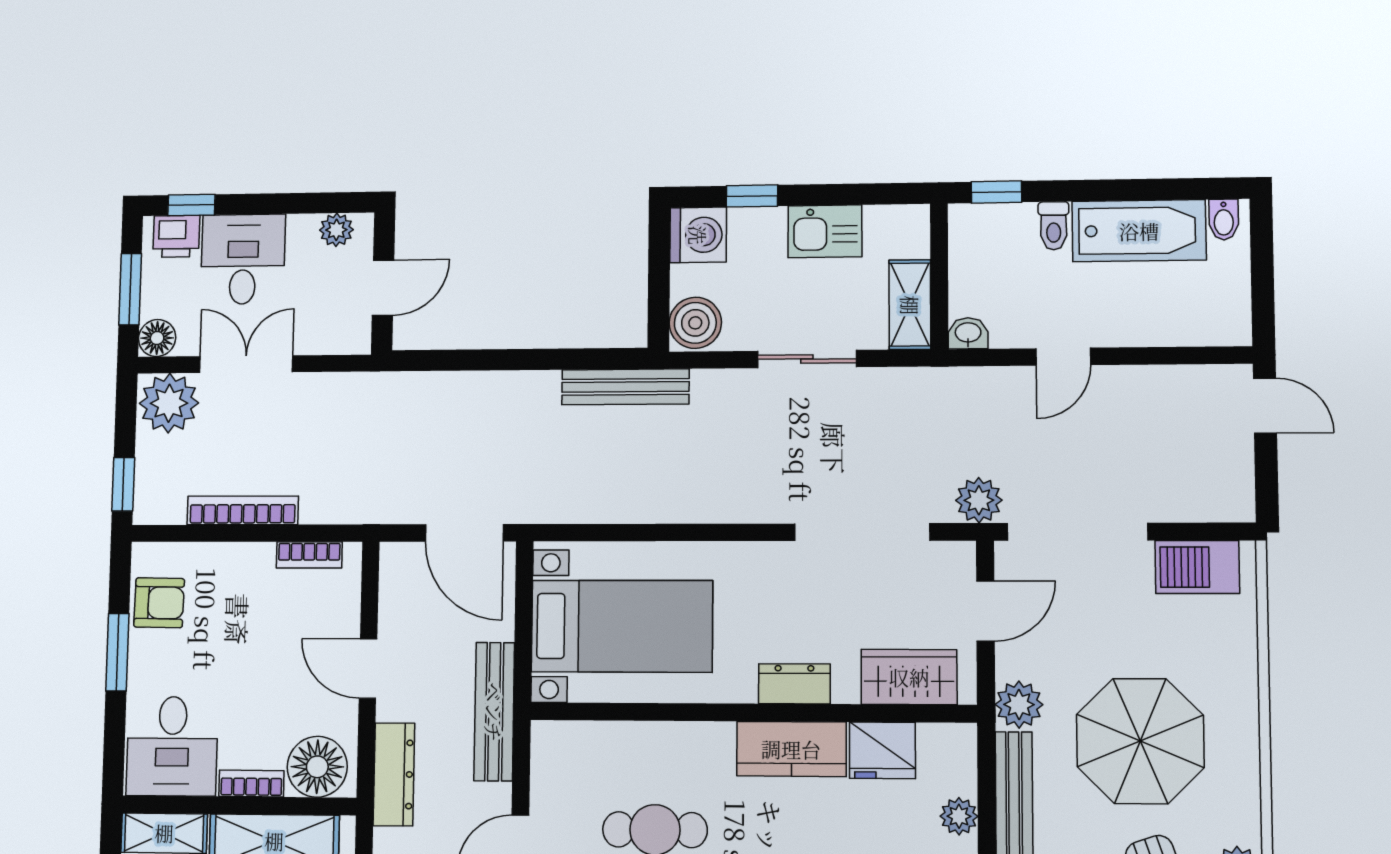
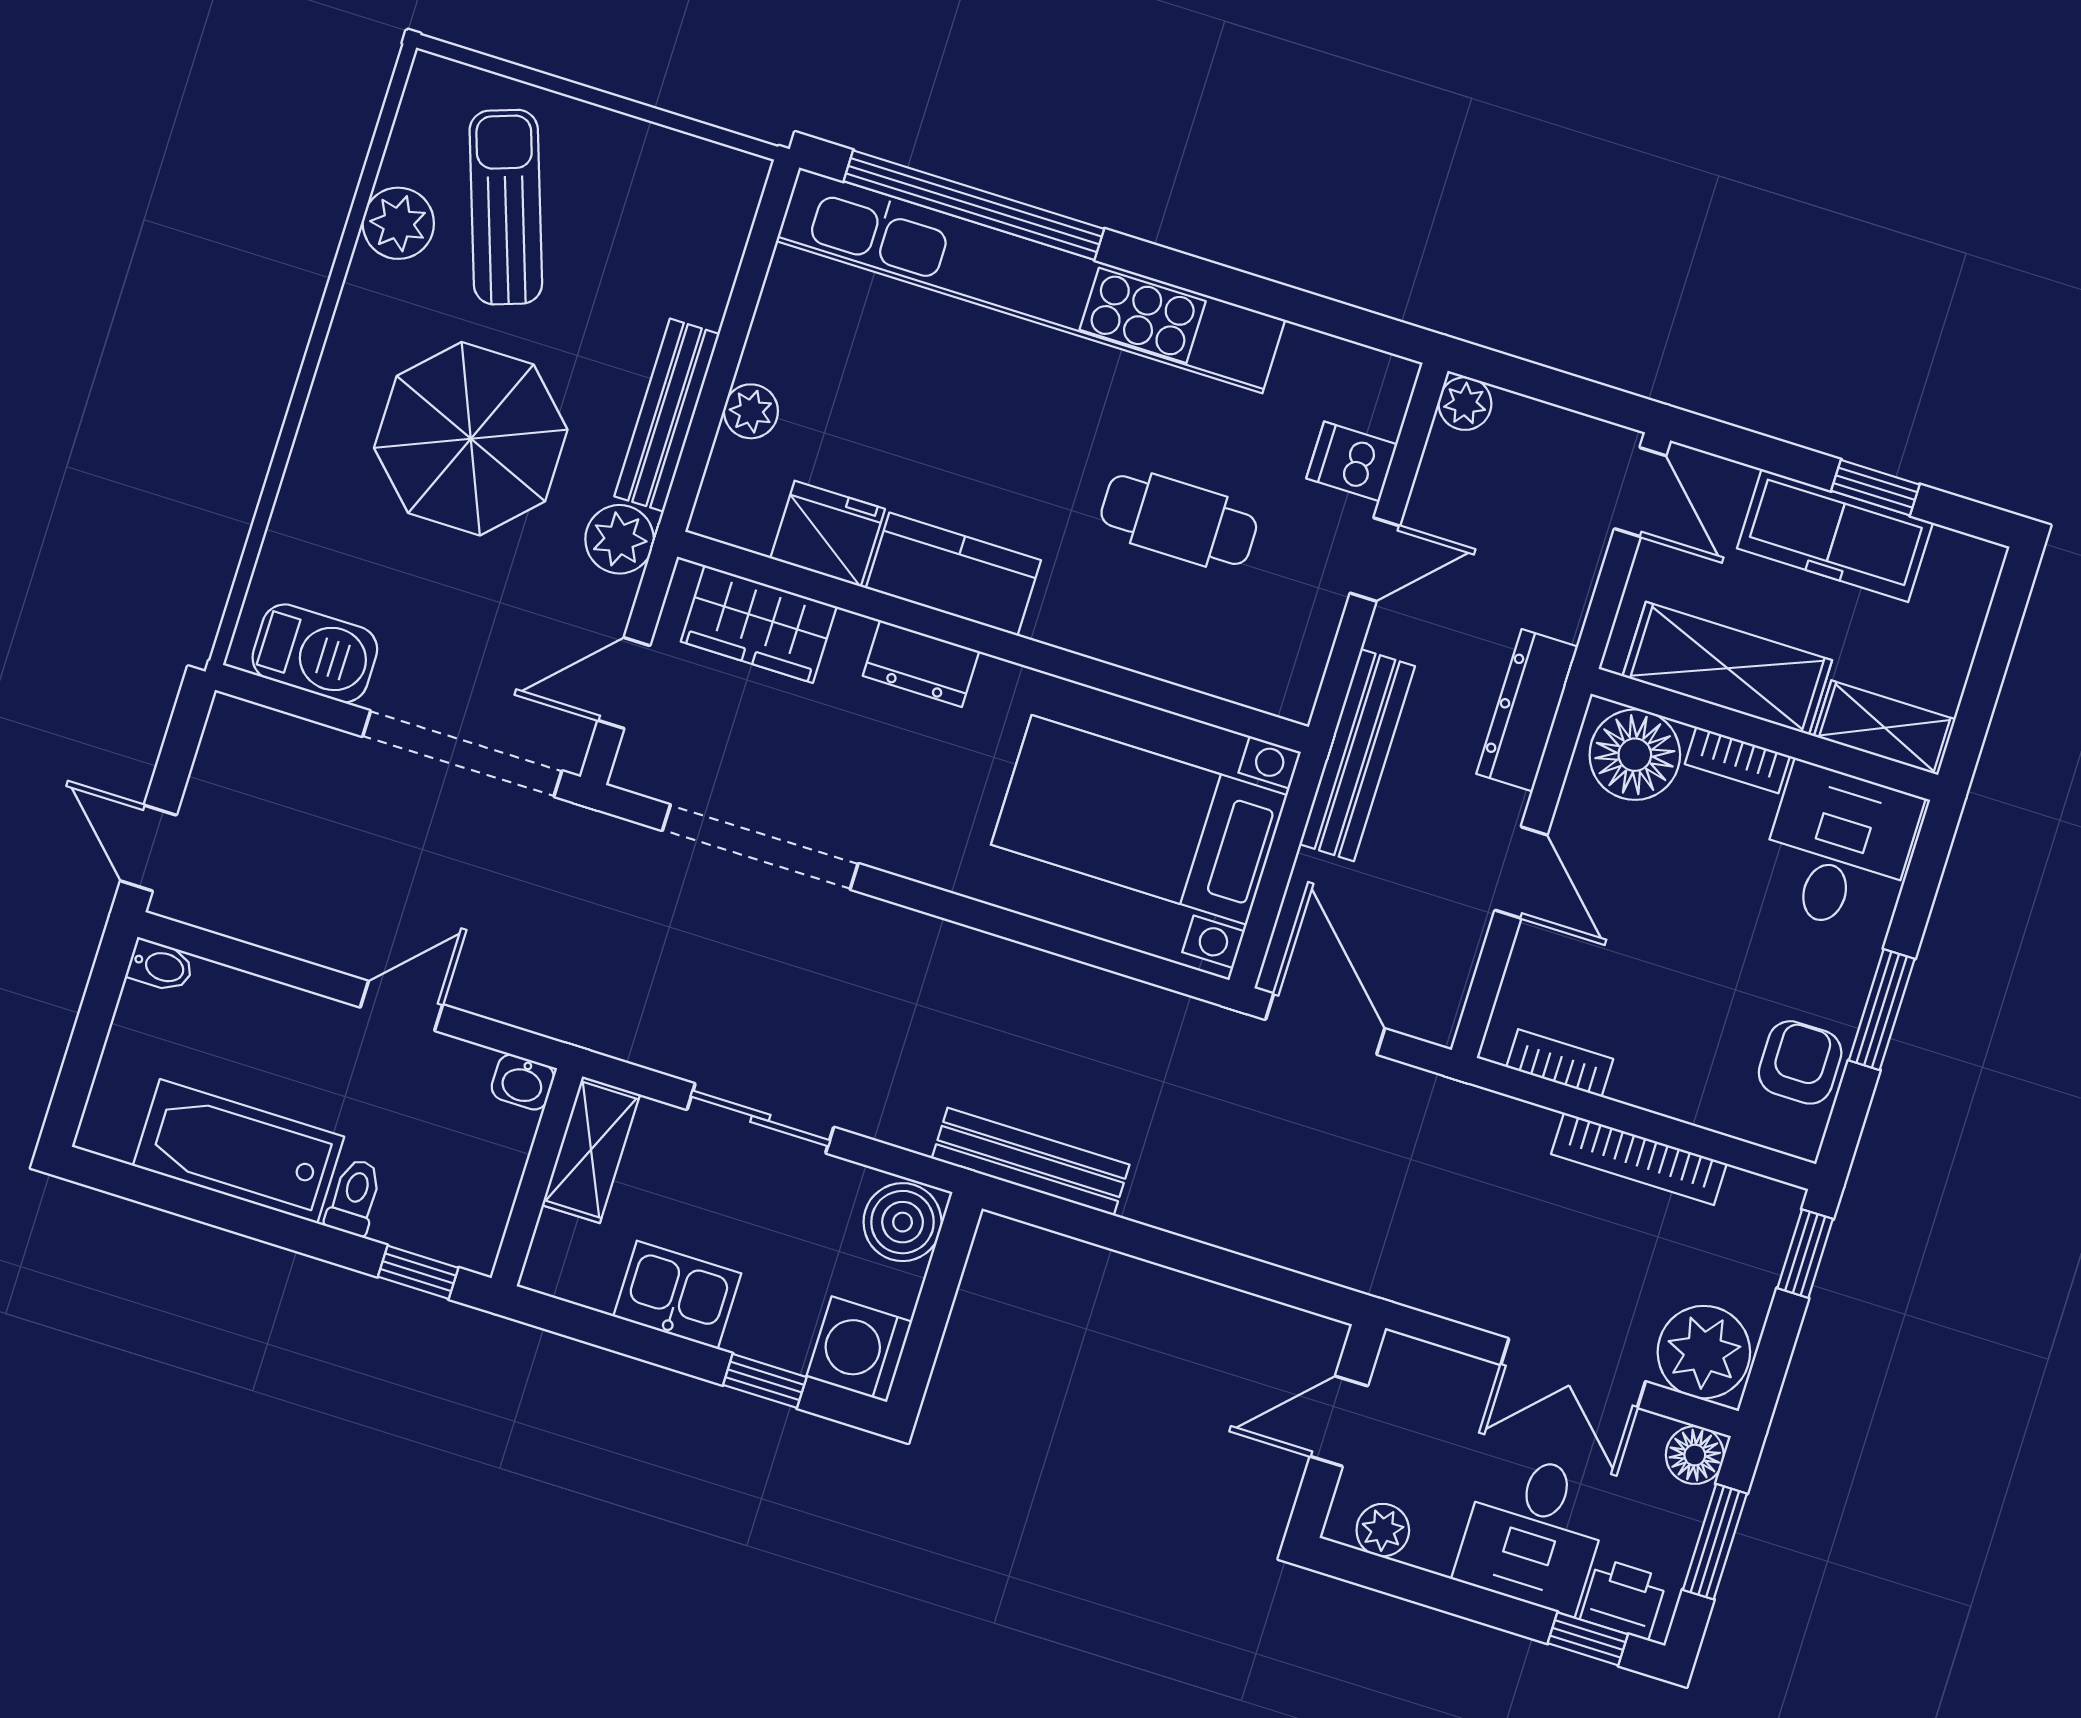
bidet: (1224, 220) -> (161, 966), moved, turned 90
plant: (979, 500) -> (584, 841), removed
armchair: (159, 603) -> (1800, 1062), turned 89

